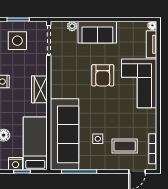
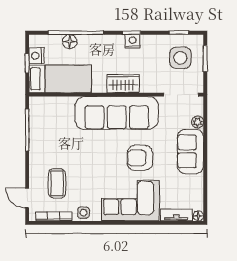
sofa: (64, 134) -> (117, 113), moved
side table: (98, 139) -> (83, 213), moved

